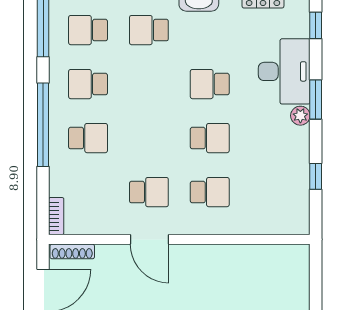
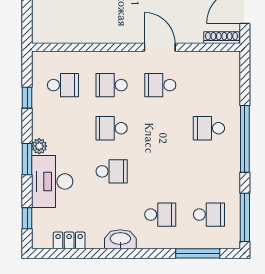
school desk: (88, 84) -> (63, 85), moved
bookcase: (56, 216) -> (234, 66), removed

